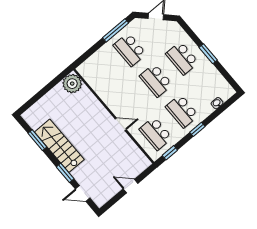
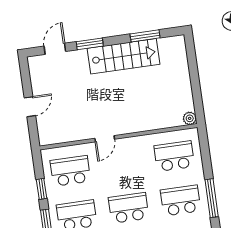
school desk: (104, 72) -> (174, 156), added
plant: (72, 84) -> (190, 118), width x0.53, depth x0.53
window: (170, 153) -> (42, 189), moved

